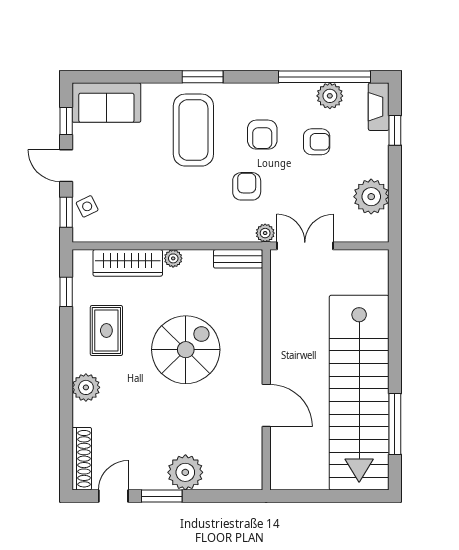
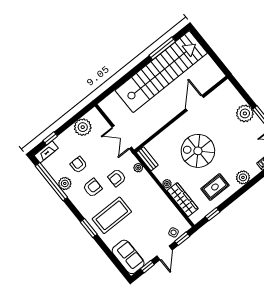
plant: (330, 96) -> (65, 183), moved
plant: (265, 233) -> (138, 168), moved

